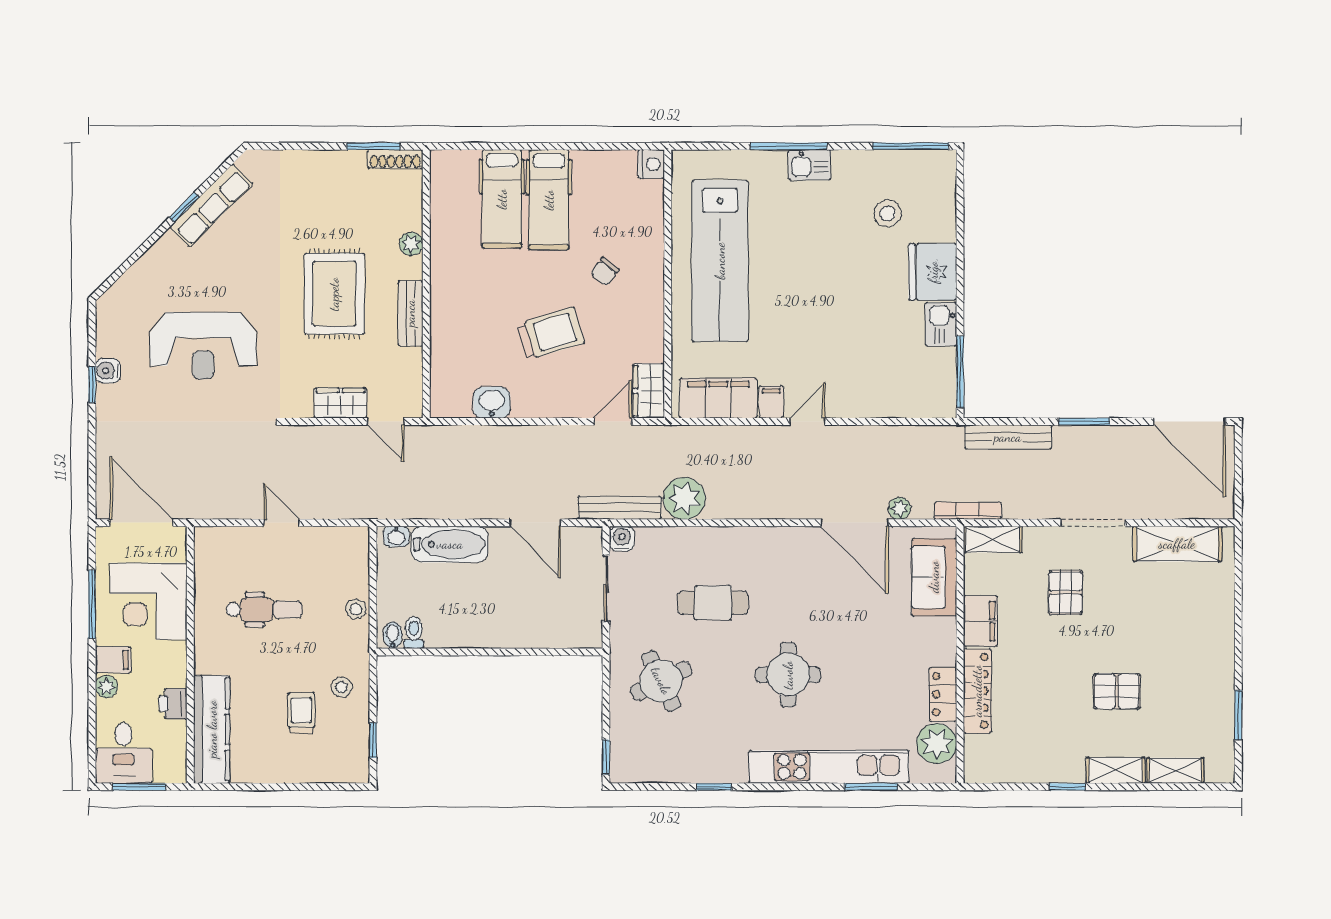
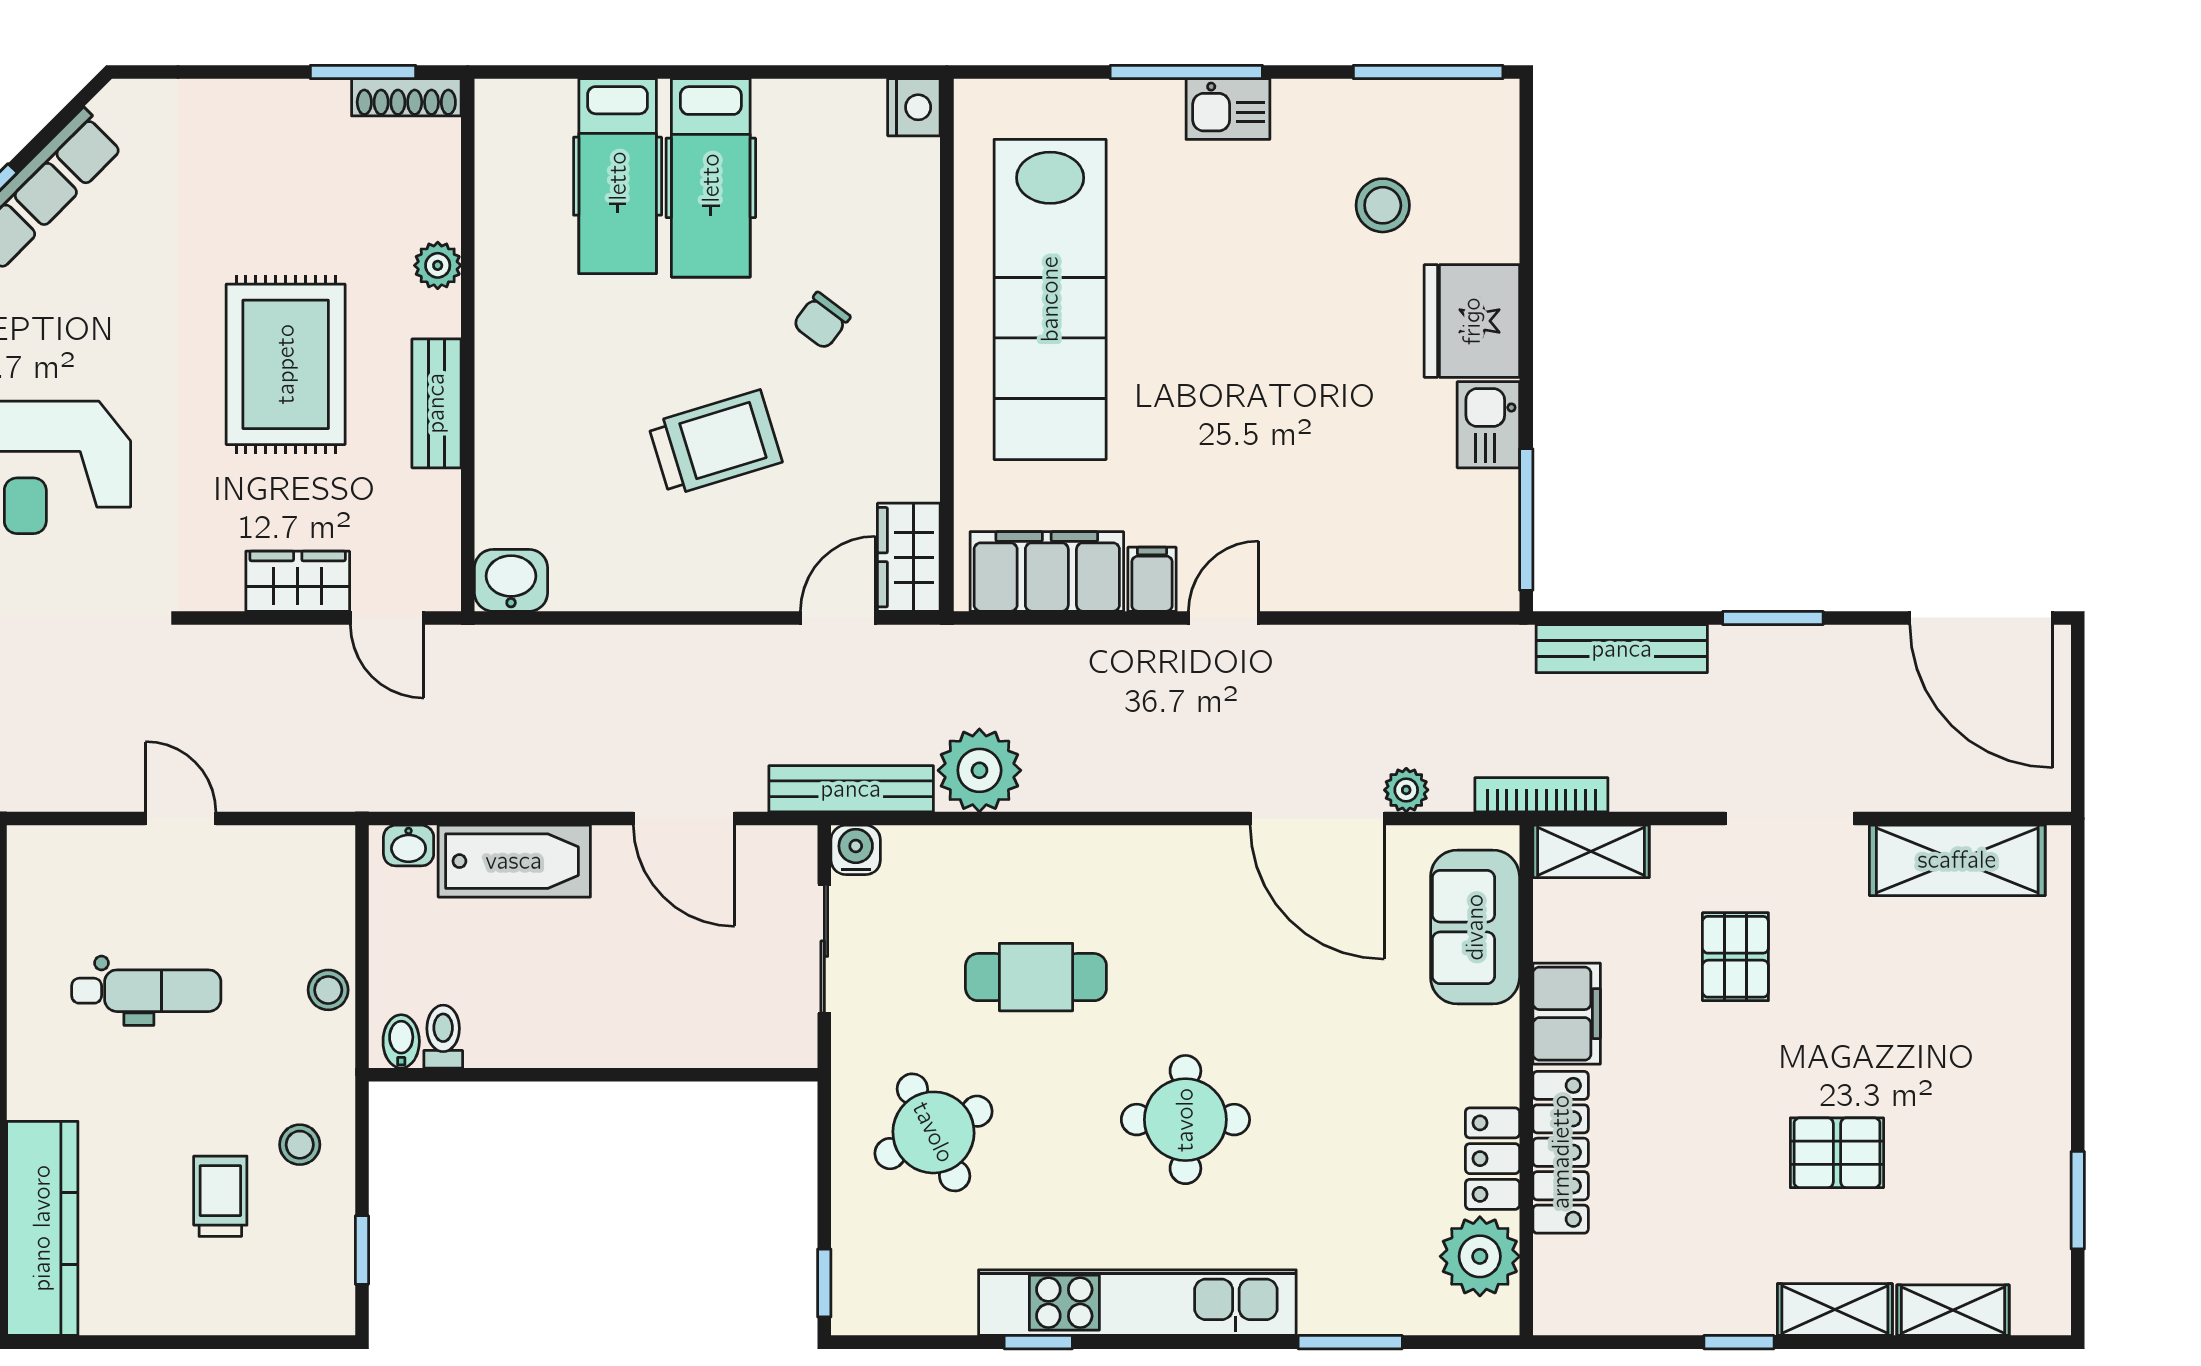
washbasin: (492, 403) -> (511, 580), moved
kitchen unit: (829, 767) -> (1137, 1303), moved

